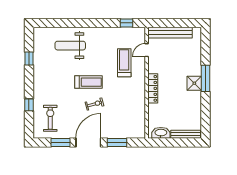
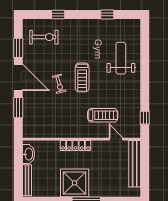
shower: (194, 83) -> (75, 183), width x1.86, depth x1.86

